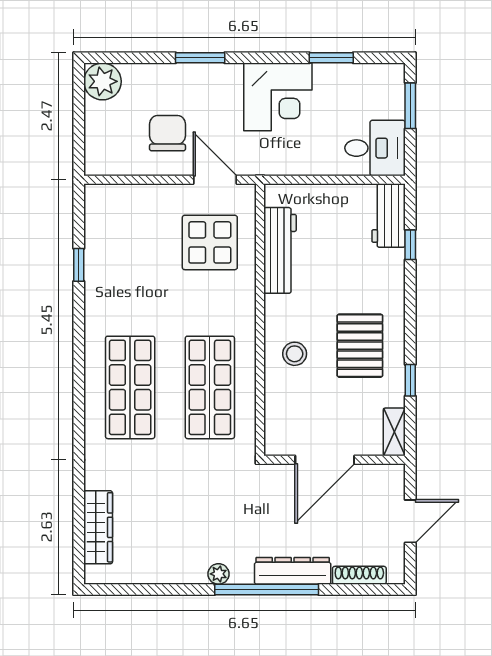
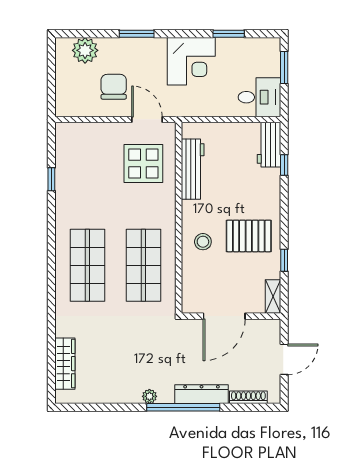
plant: (102, 81) -> (85, 50), moved
pallet: (360, 346) -> (249, 236), turned 90

